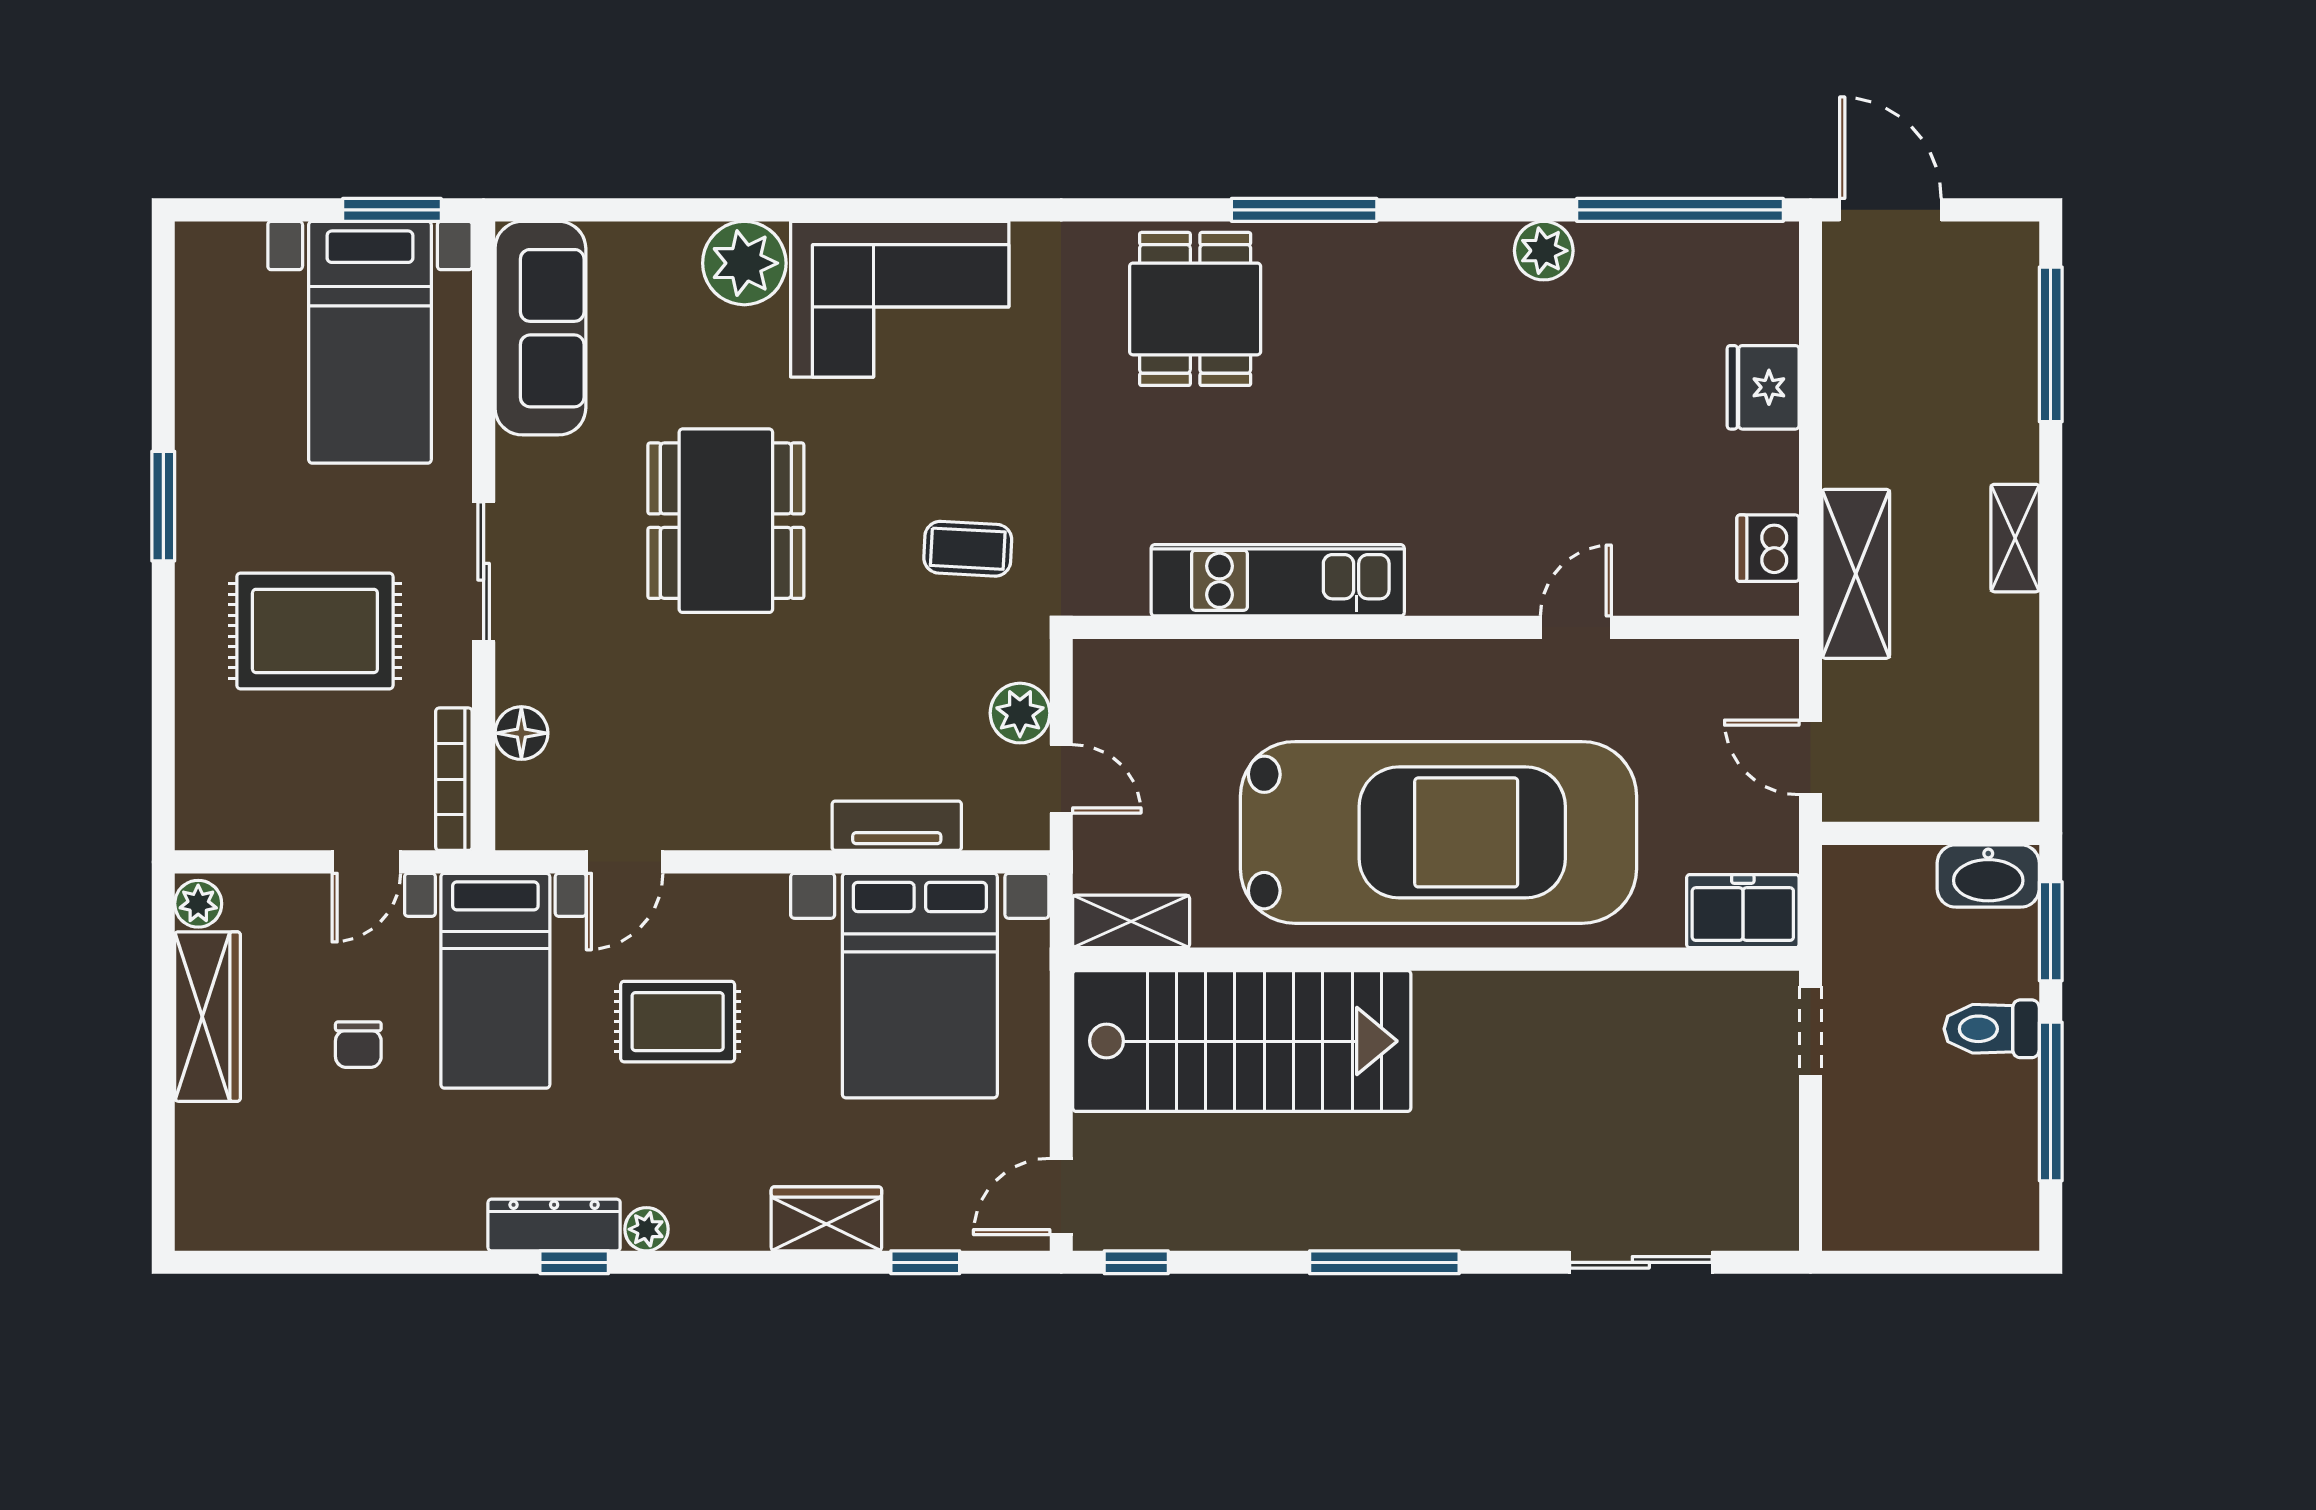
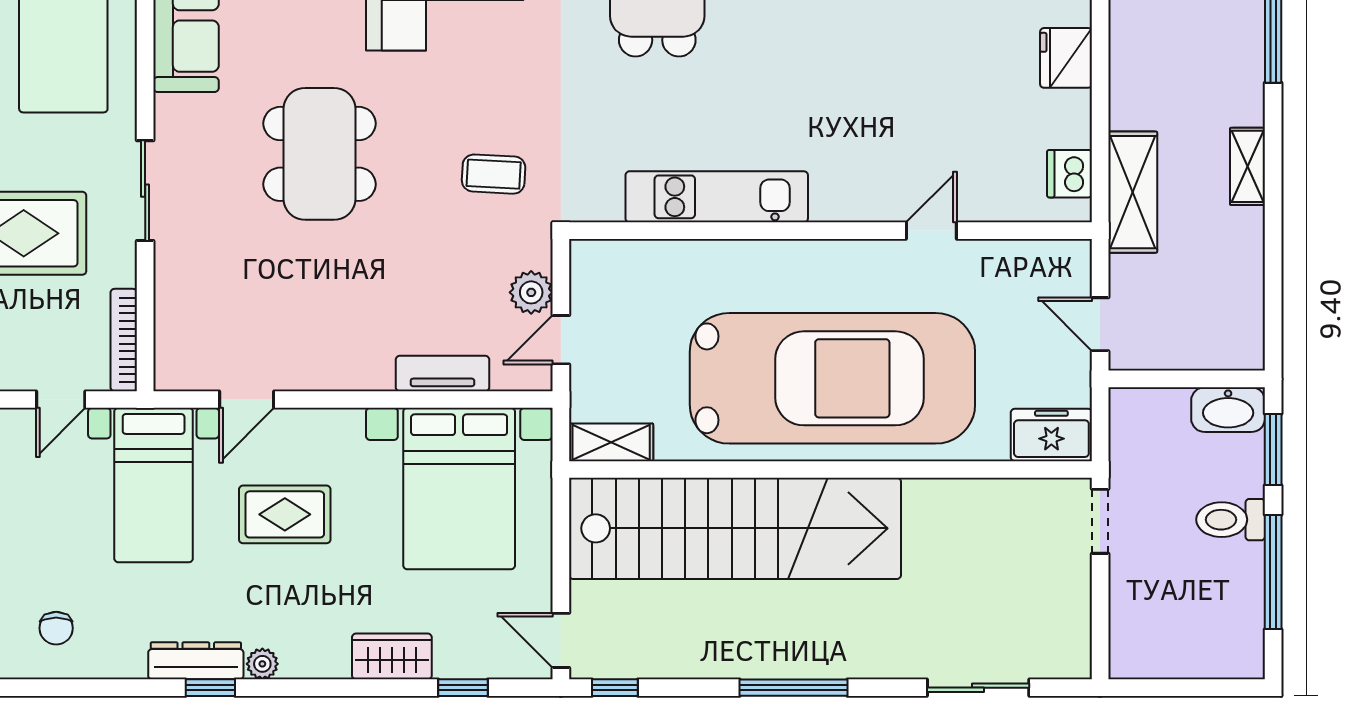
floor lamp: (521, 733) -> (172, 307), removed
door: (1061, 779) -> (561, 340), swing flipped
stairs: (1242, 1041) -> (735, 528), width x1.36
chair: (358, 1045) -> (56, 628), moved
door: (1061, 1196) -> (561, 640), hinge flipped

